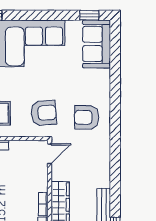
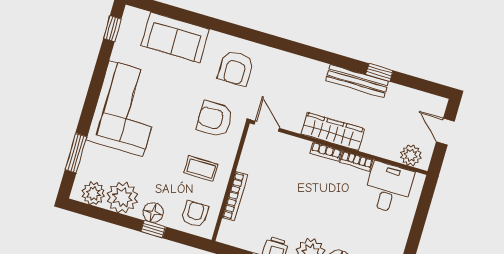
sofa: (97, 44) -> (175, 37), moved
armchair: (44, 113) -> (215, 119), turned -86

